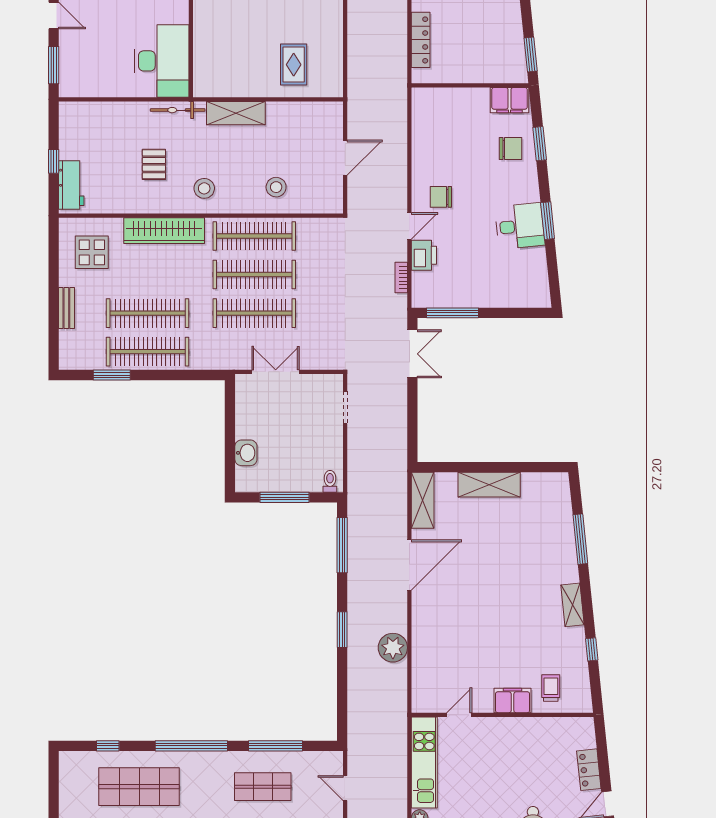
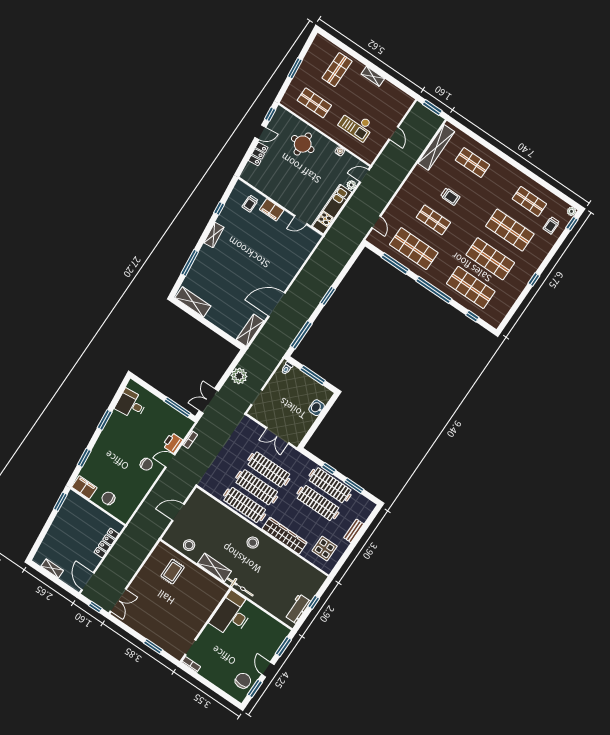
chair: (510, 148) -> (108, 498), moved
pallet: (154, 164) -> (268, 570), removed
workbench: (71, 185) -> (297, 609), moved
stool: (276, 187) -> (189, 545), moved
desk: (520, 226) -> (131, 404), moved
window: (166, 375) -> (329, 468), added
shelving: (489, 485) -> (193, 302), moved
plant: (393, 648) -> (239, 376), moved
shop shelf: (263, 787) -> (414, 249), width x1.43, depth x1.36

